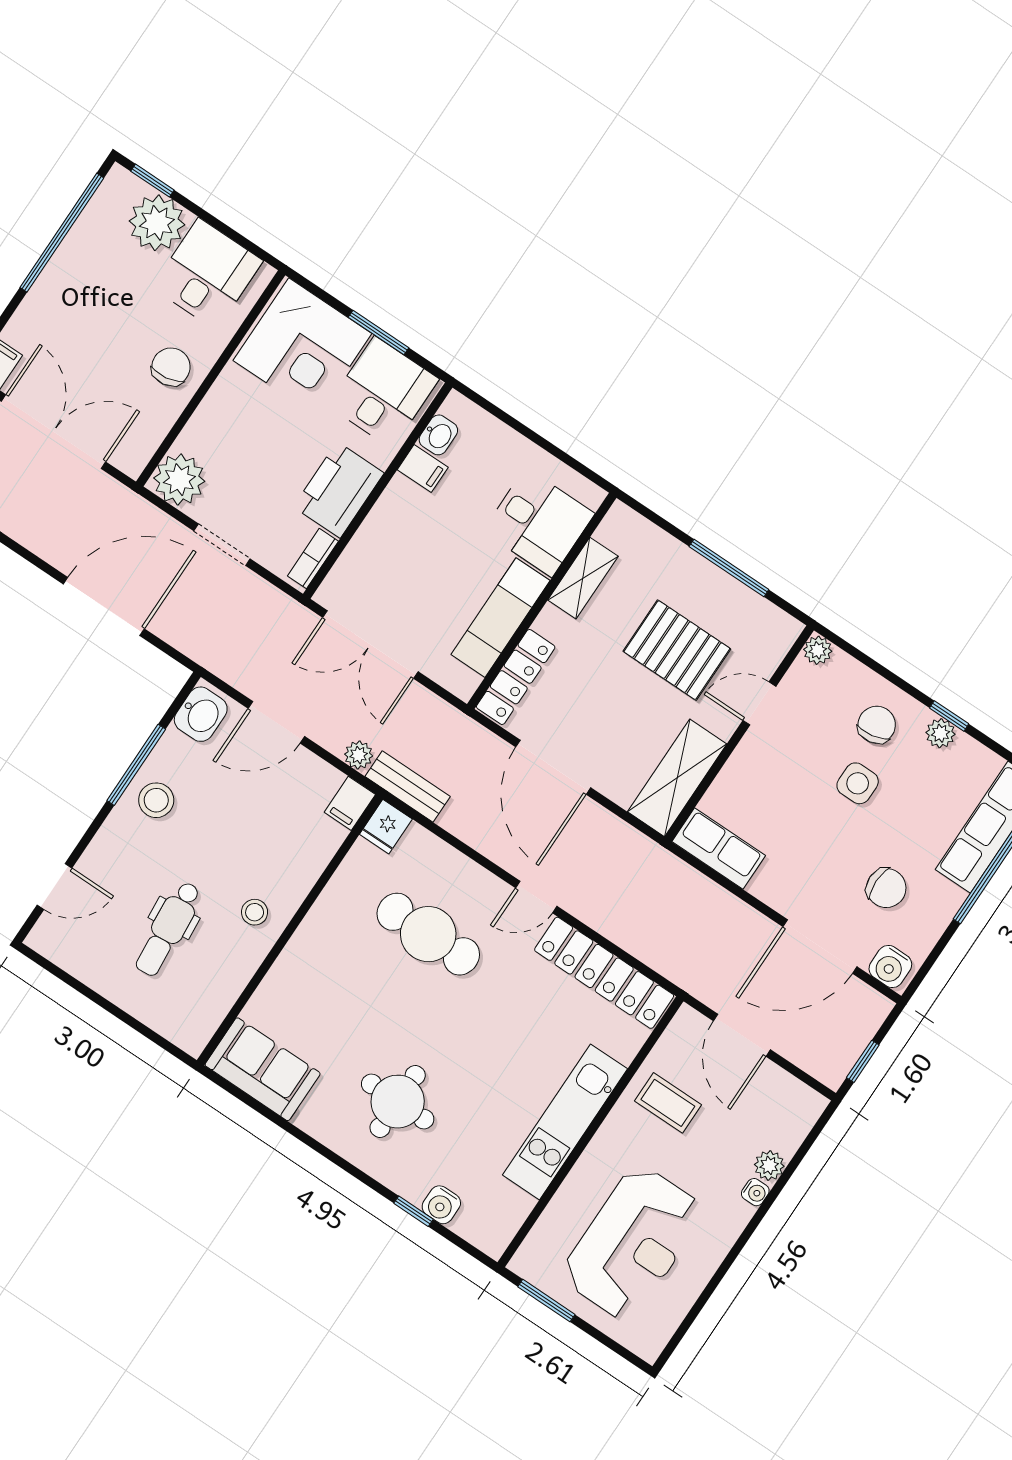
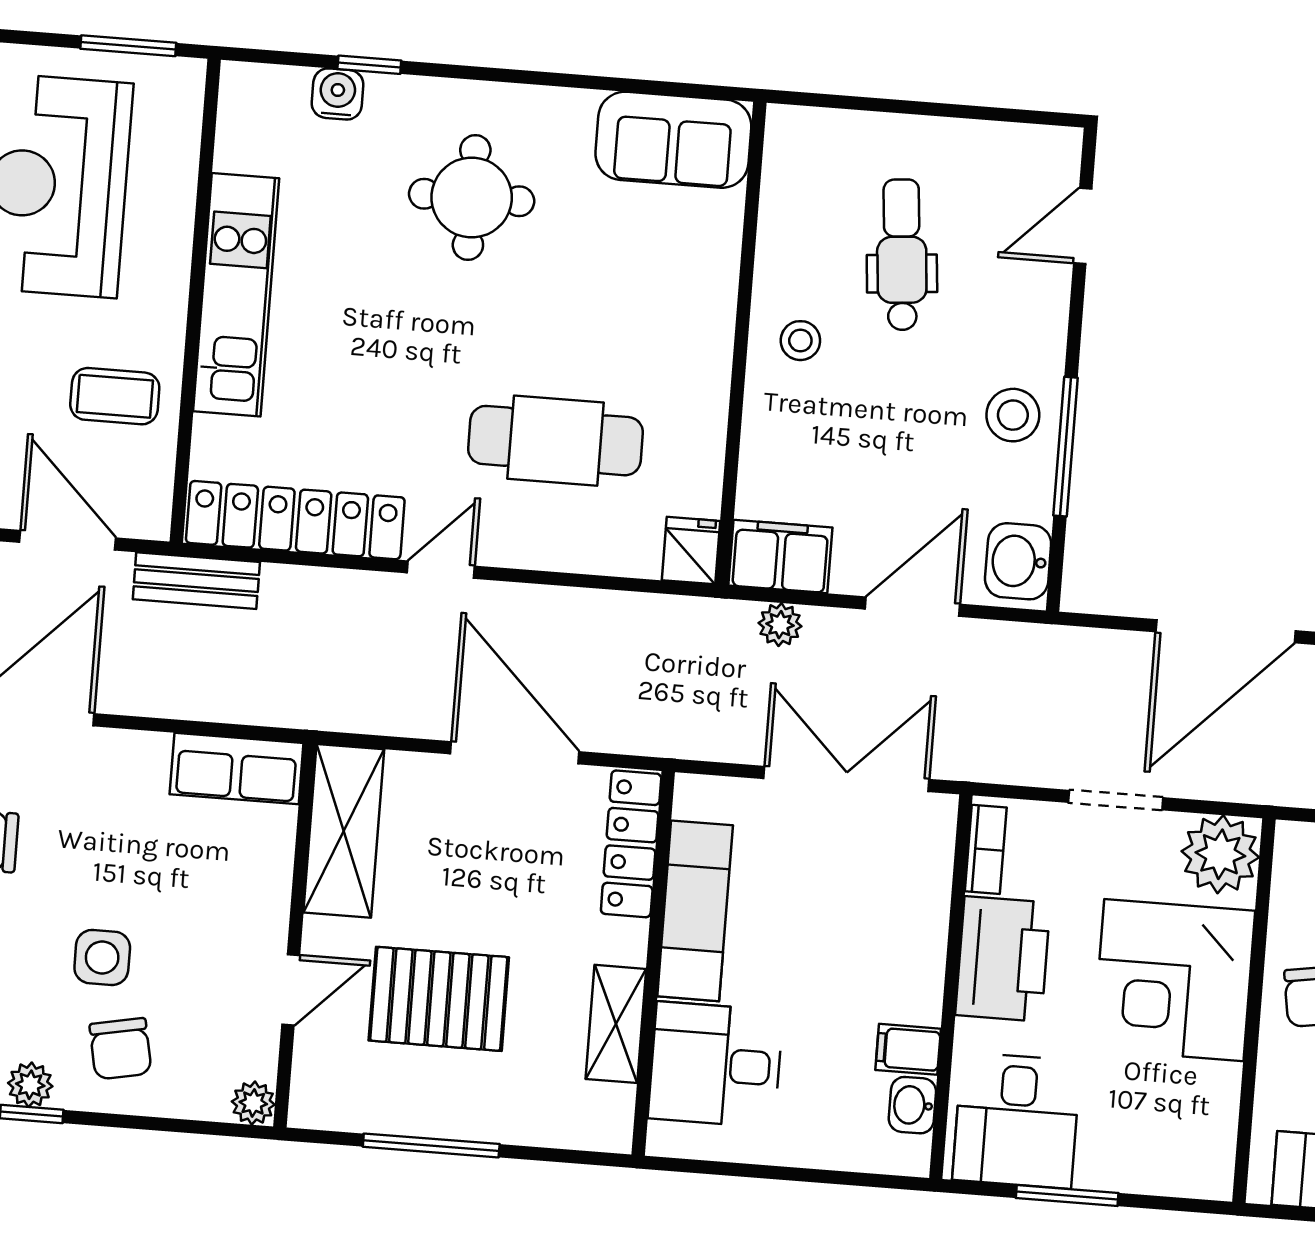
corner desk: (302, 347) -> (1174, 980), moved, turned -90
bench: (408, 786) -> (196, 581), moved
filing cabinet: (350, 803) -> (780, 556), width x2.00

